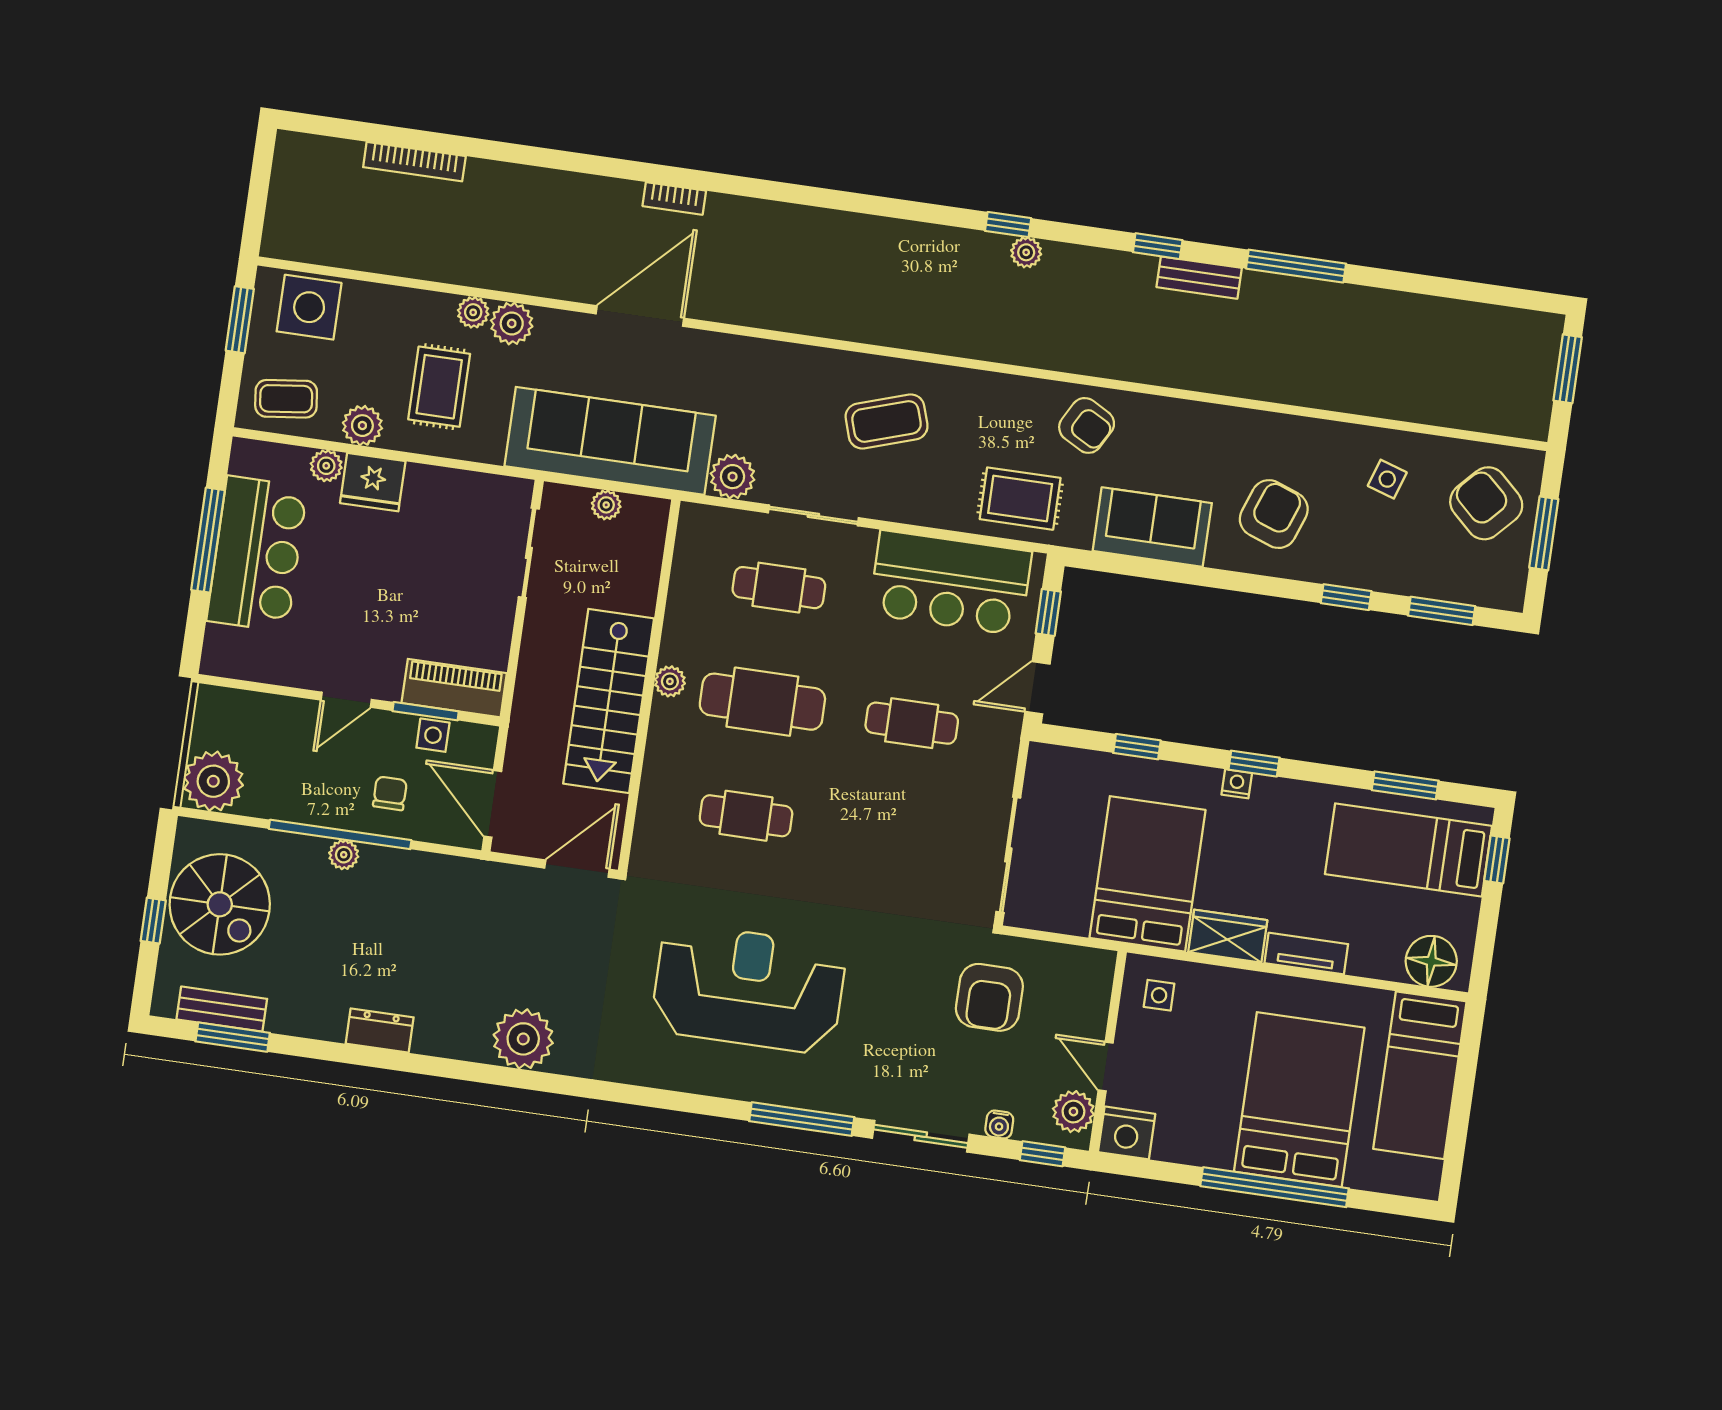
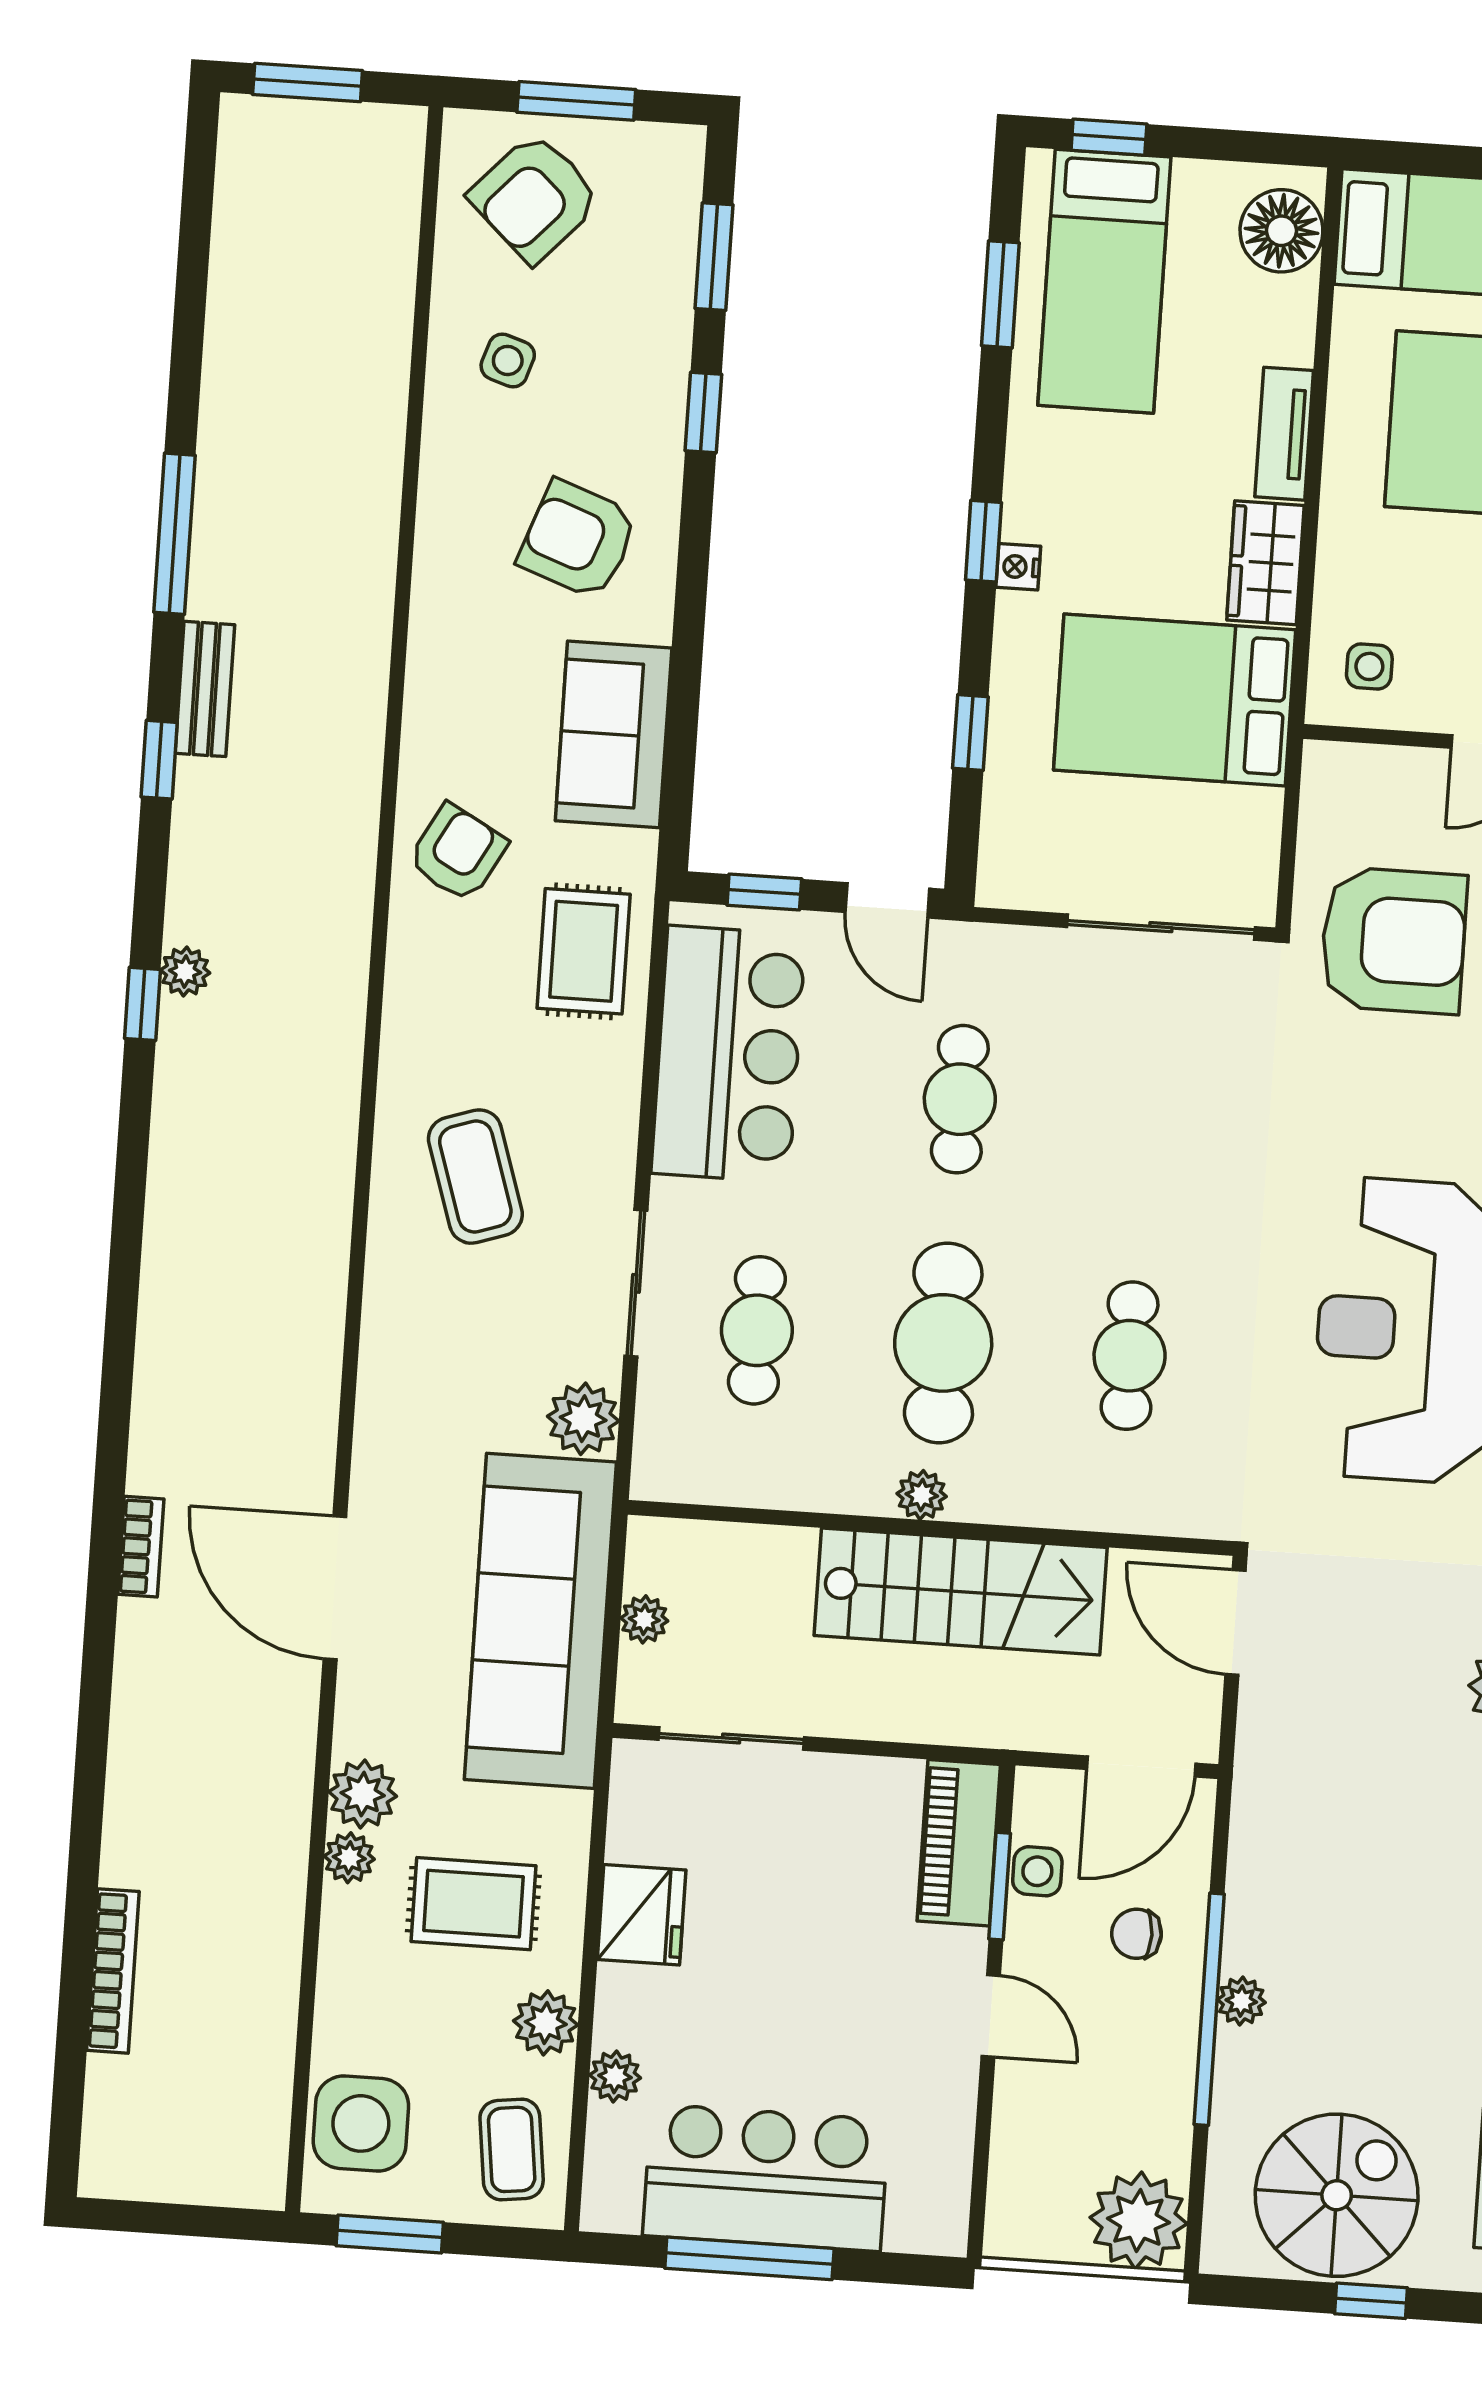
fridge: (373, 482) -> (642, 1915), moved
armchair: (989, 997) -> (1393, 940), width x1.36, depth x1.36

